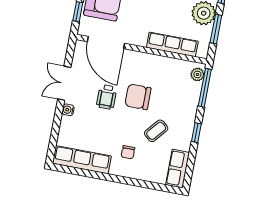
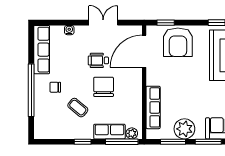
water cooler: (68, 110) -> (69, 30), moved
row of seats: (178, 169) -> (109, 132), moved
window: (126, 181) -> (31, 90), added

